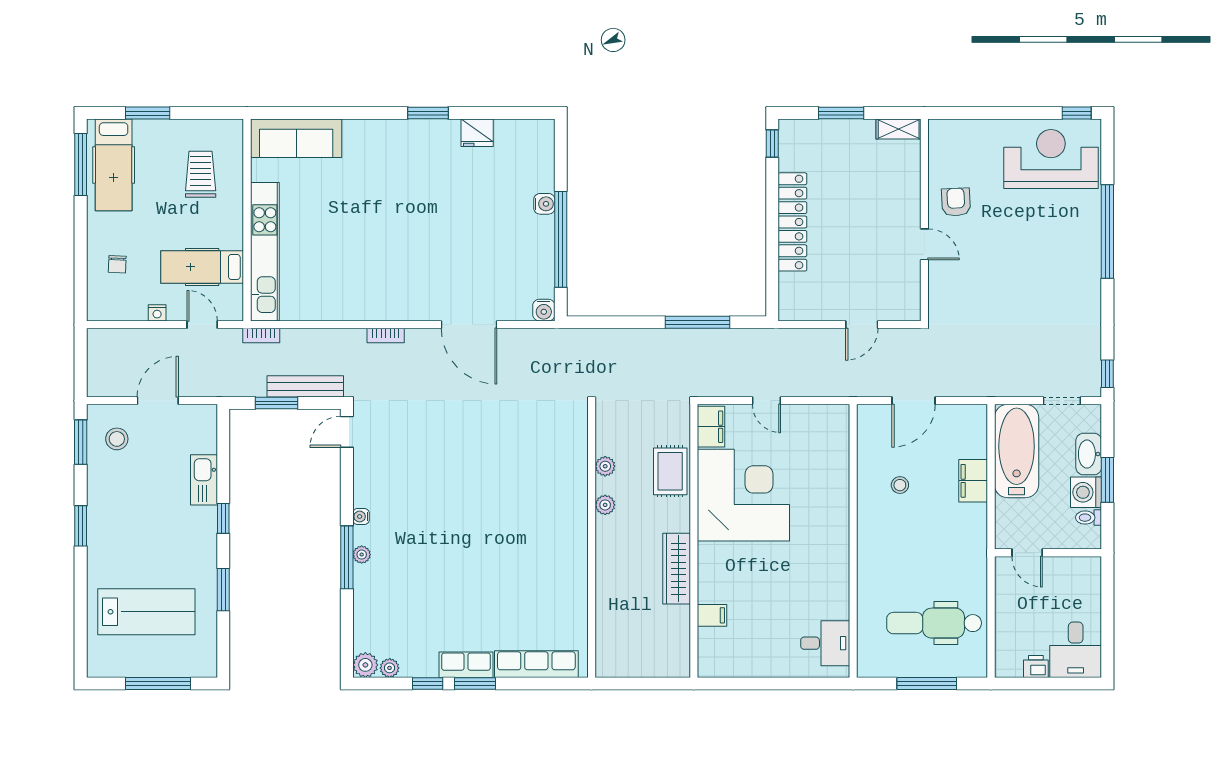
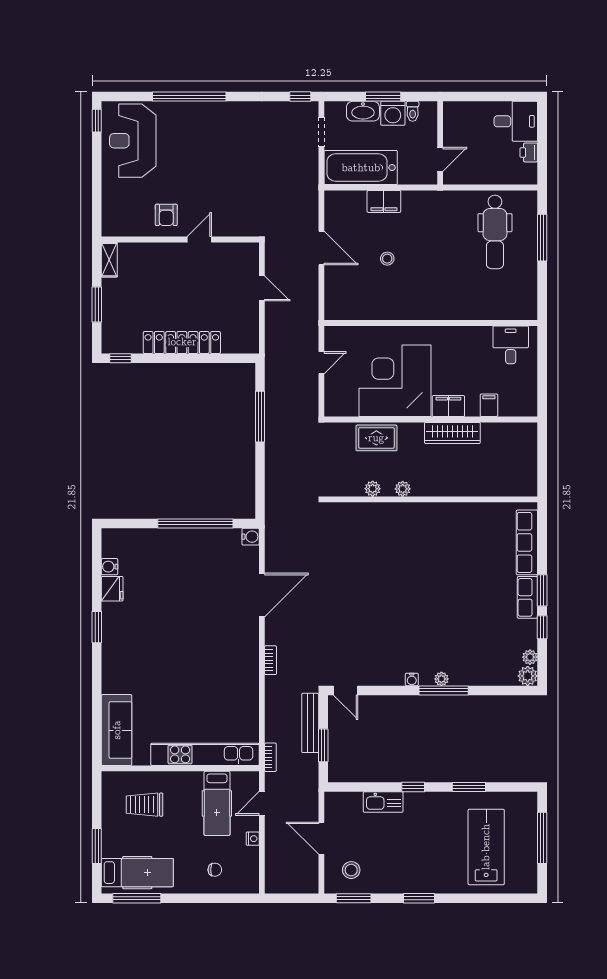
armchair: (956, 202) -> (166, 215), turned -87
water cooler: (544, 204) -> (110, 567), moved, turned -90
filing cabinet: (711, 427) -> (448, 406), moved
wall: (853, 541) -> (431, 323), moved
desk: (825, 643) -> (511, 345), moved

